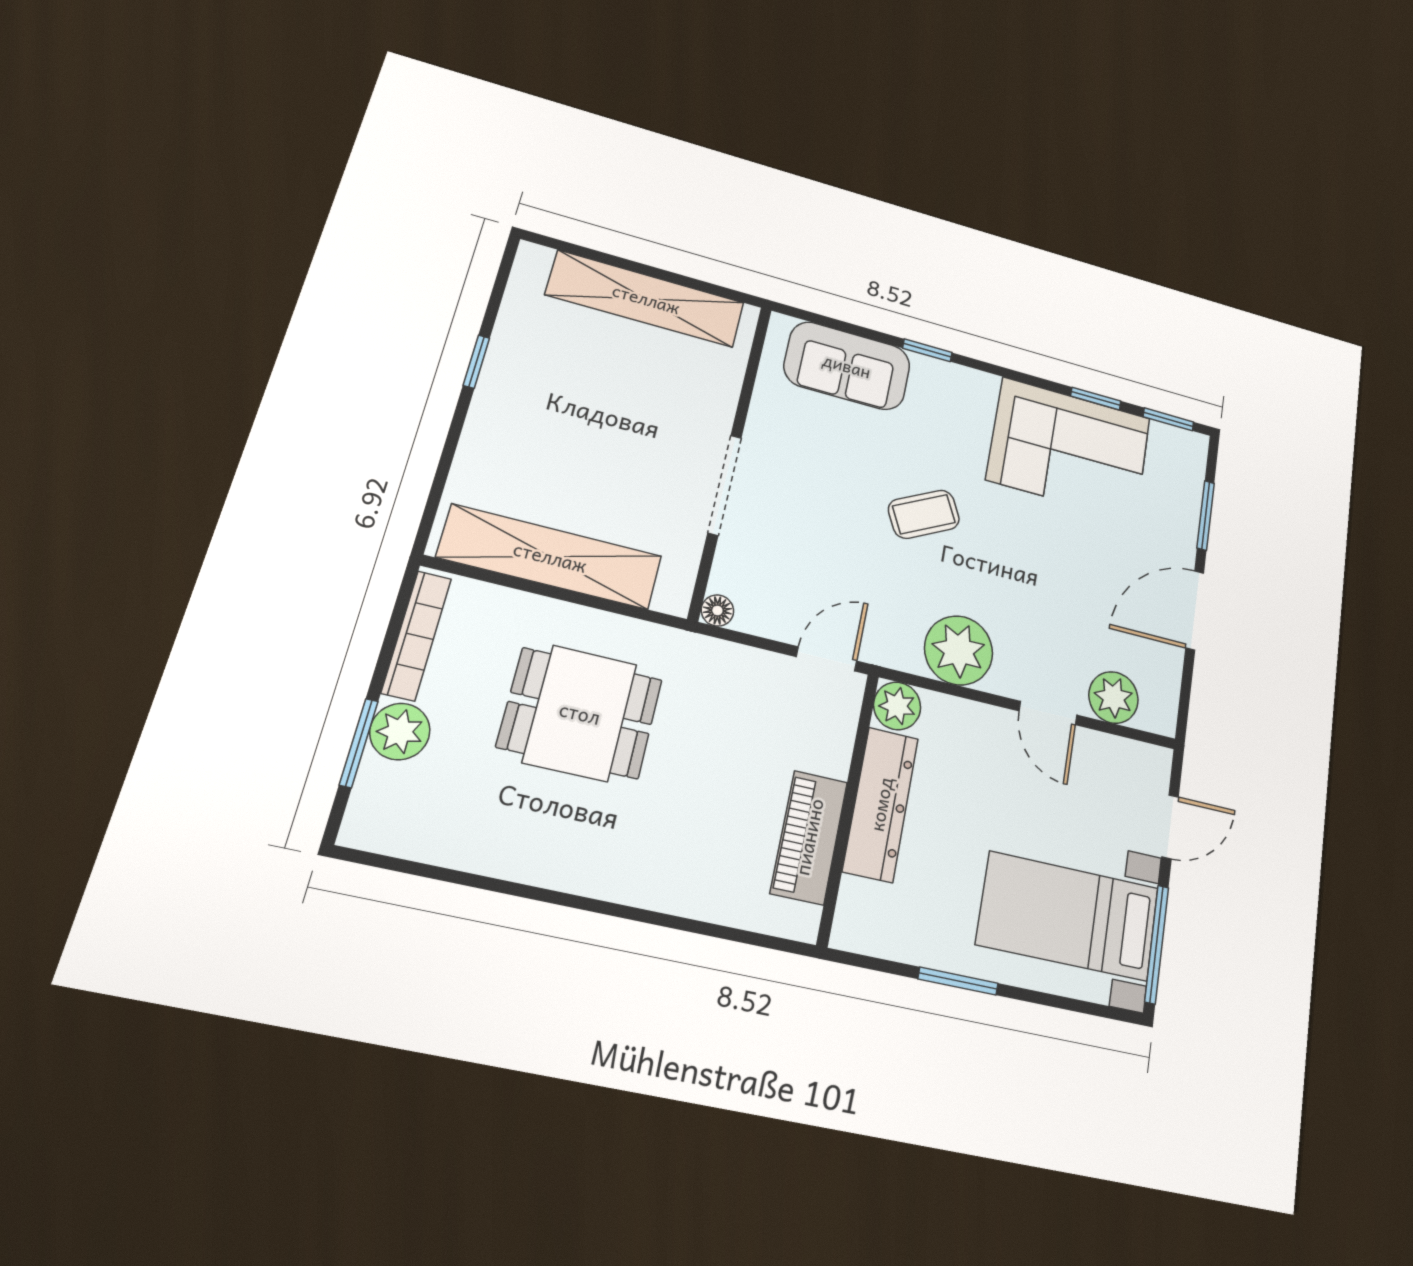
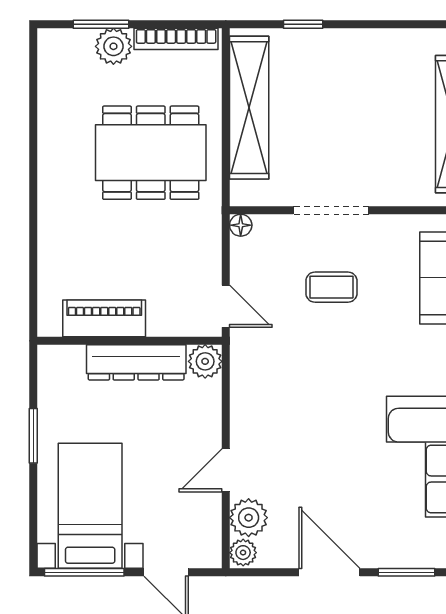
window: (476, 362) -> (303, 24), moved
coffee table: (924, 514) -> (331, 287), moved, turned -63
plant: (959, 650) -> (243, 553), moved, width x0.53, depth x0.53
dining table: (580, 713) -> (151, 153), width x1.38

